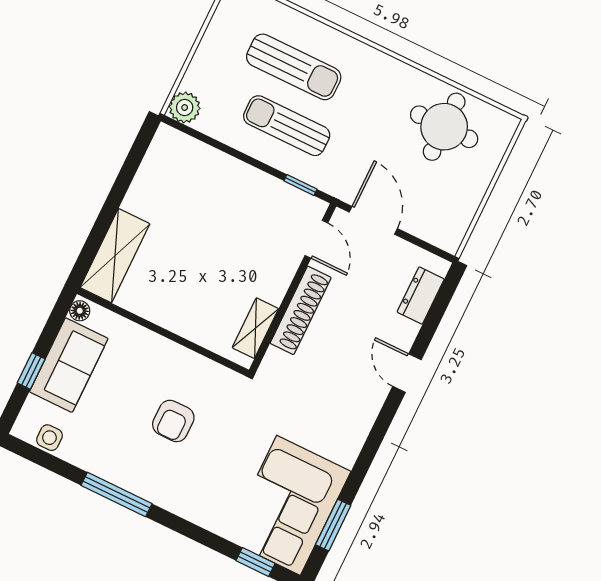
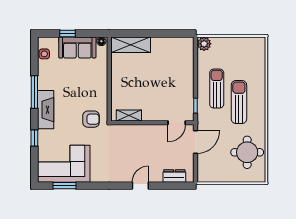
sun lounger: (294, 67) -> (239, 102), moved, turned 180
shoe rack: (301, 310) -> (145, 130), removed
armchair: (173, 421) -> (91, 119), moved, turned 180
fireplace: (163, 489) -> (46, 110), added
window: (255, 562) -> (34, 138), moved

